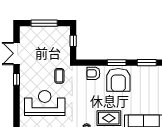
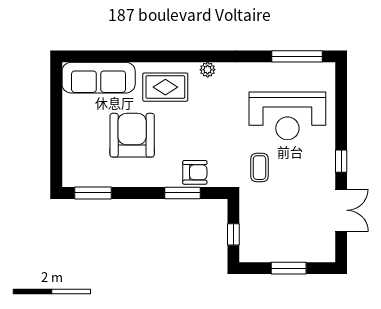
window: (44, 23) -> (289, 268), width x0.69
window: (117, 63) -> (183, 193), moved
armchair: (118, 80) -> (132, 135), moved

